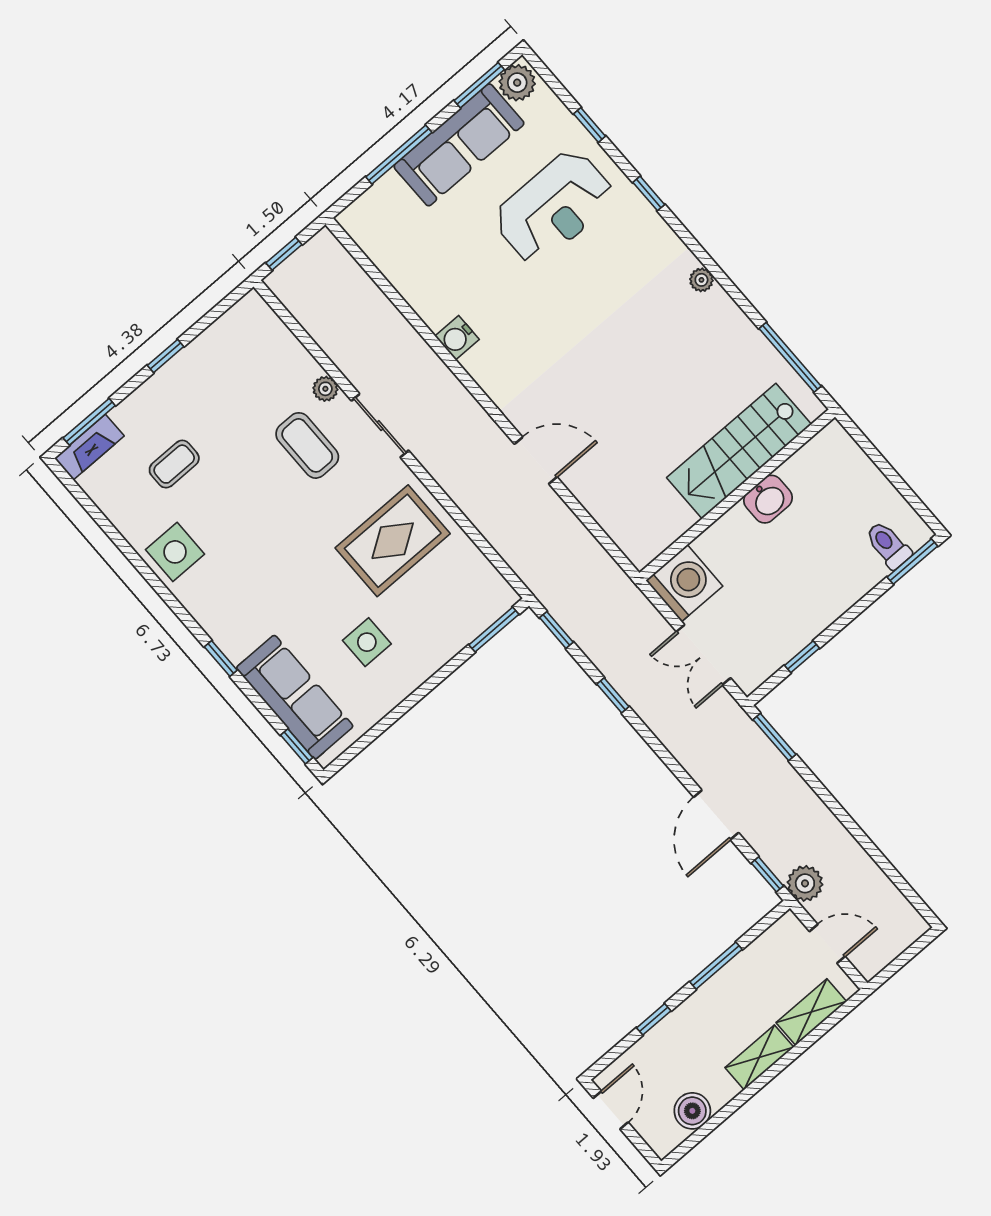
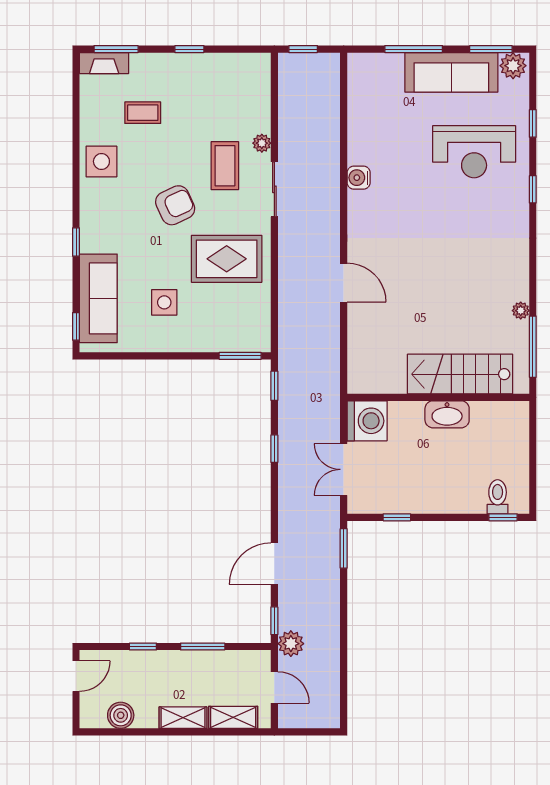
plant: (701, 280) -> (521, 311), moved
washbasin: (768, 499) -> (447, 414), width x1.38
armchair: (291, 531) -> (175, 205), added
window: (912, 562) -> (503, 517), width x0.67

